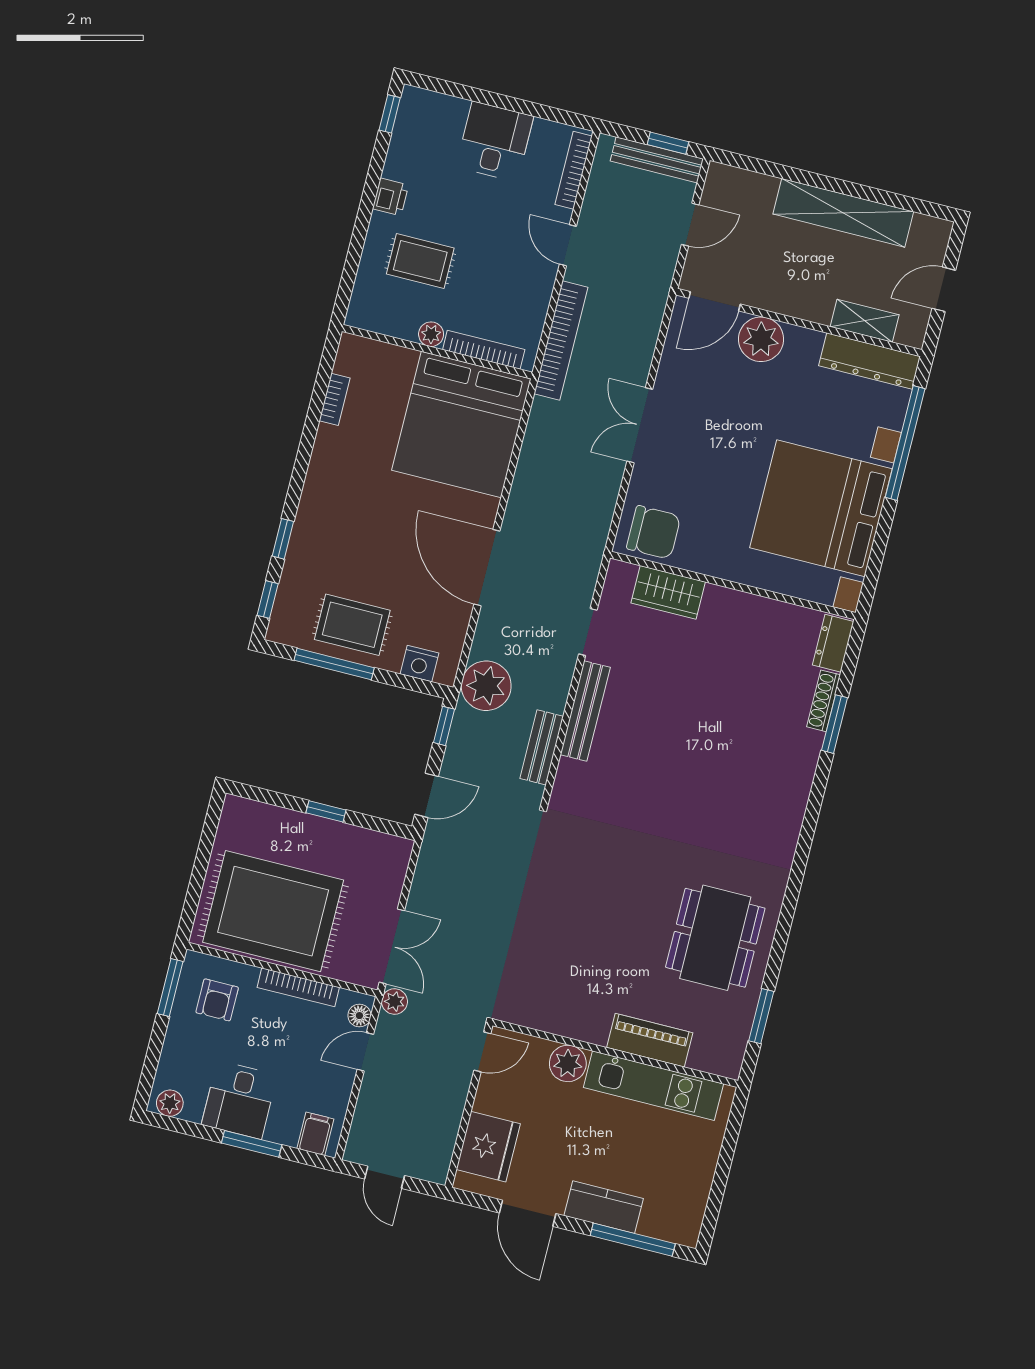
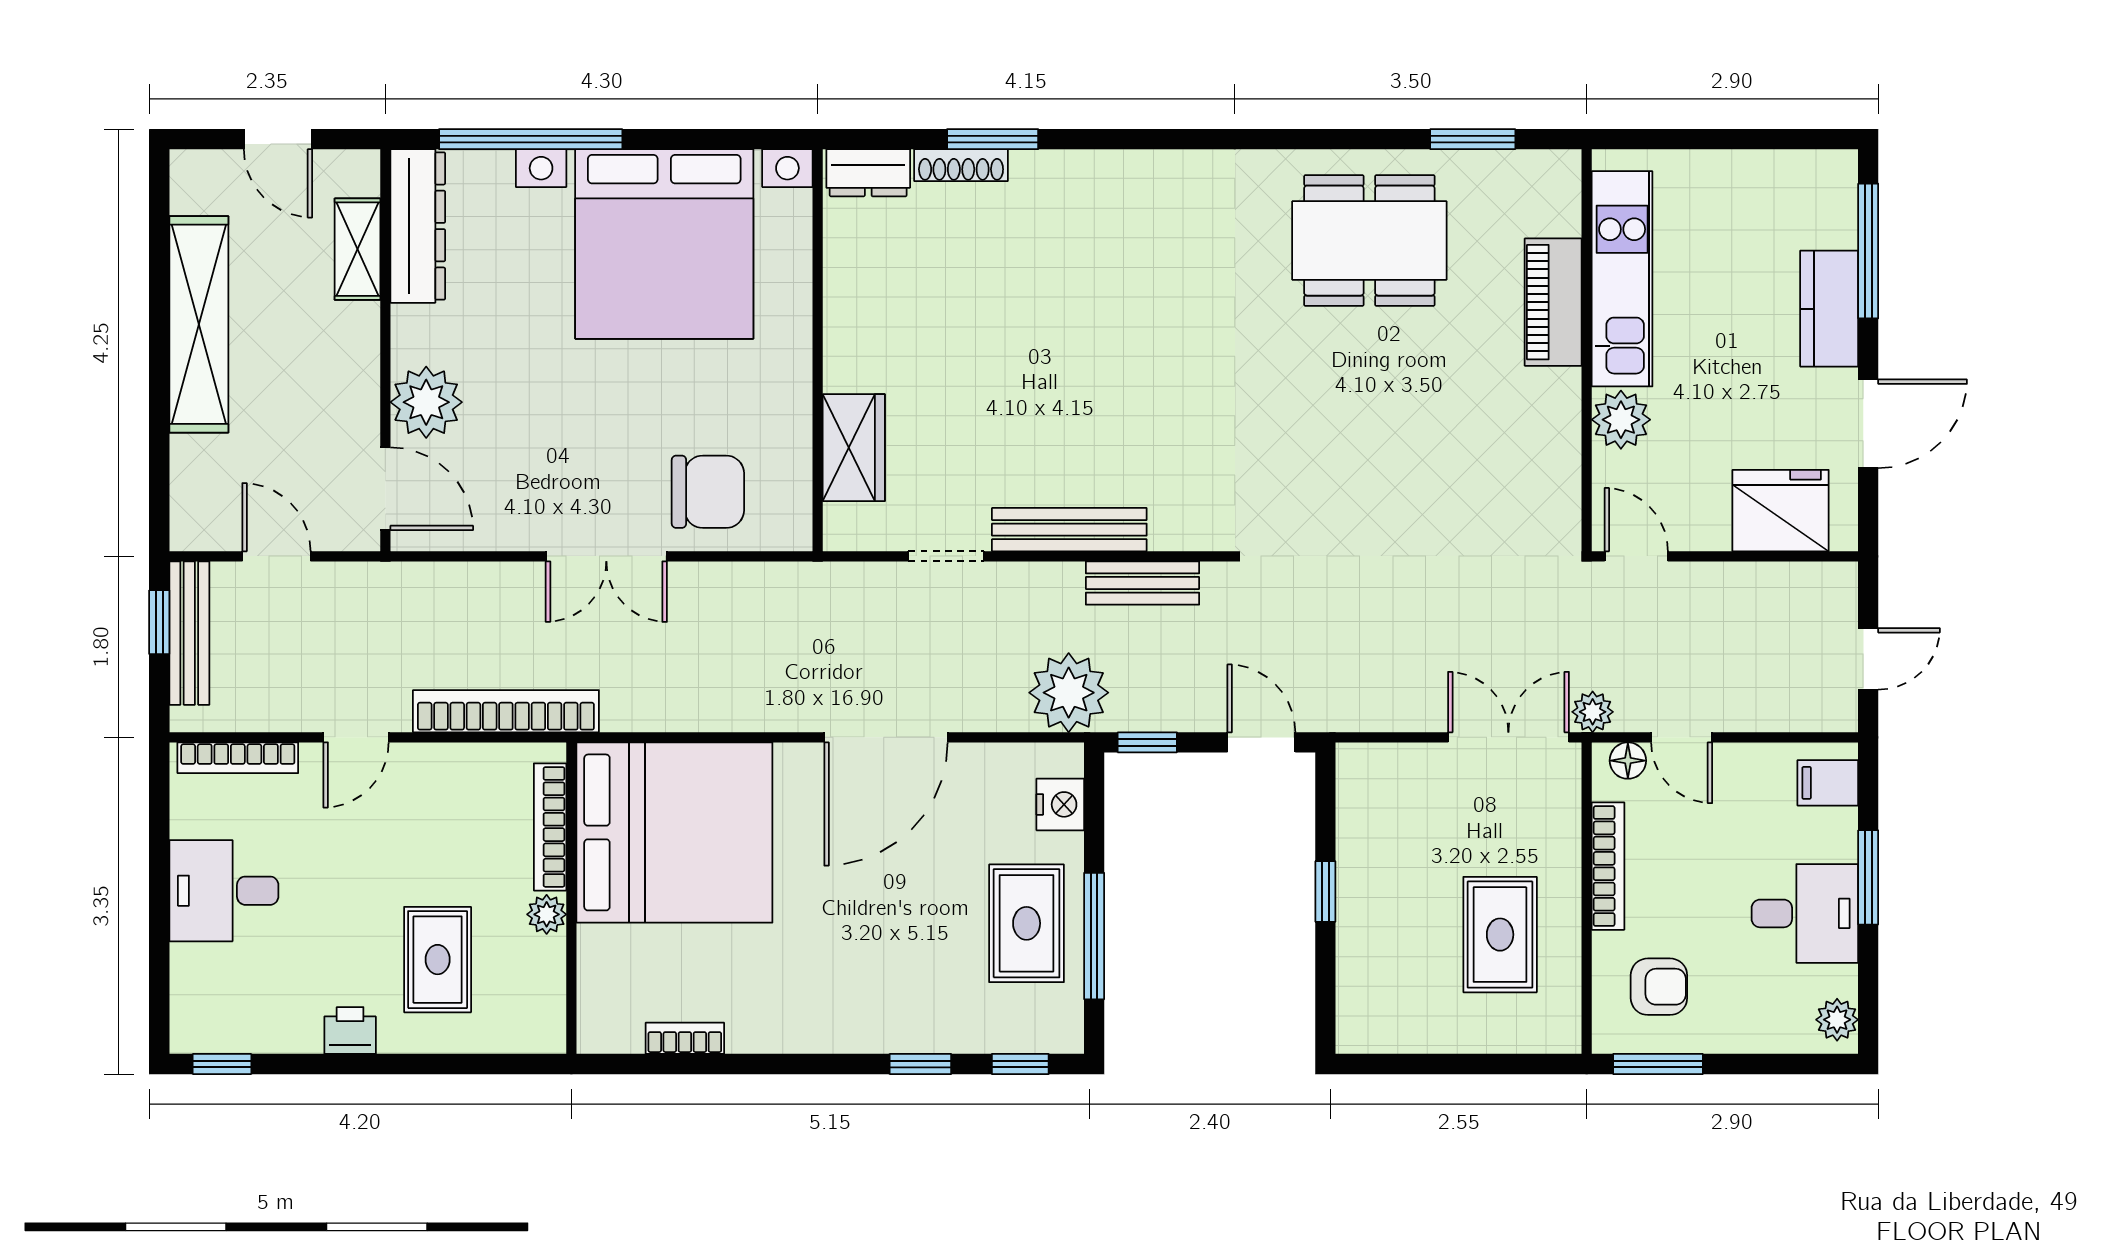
chair: (654, 532) -> (708, 492), moved, turned 90
rug: (273, 911) -> (1500, 935), width x0.54, depth x0.49

